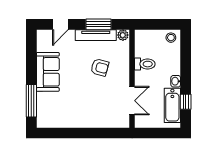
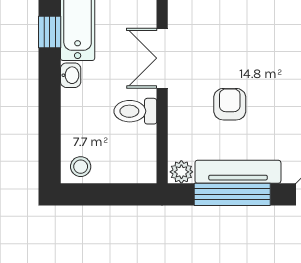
window: (99, 24) -> (232, 194), width x1.44
armchair: (100, 67) -> (230, 104), turned 75
double door: (132, 101) -> (162, 58), moved

